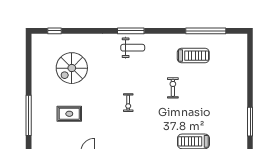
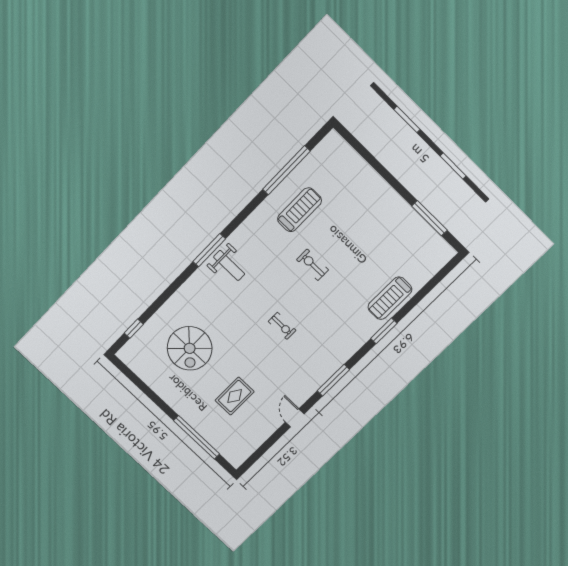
weight bench: (133, 48) -> (229, 265), turned 90

